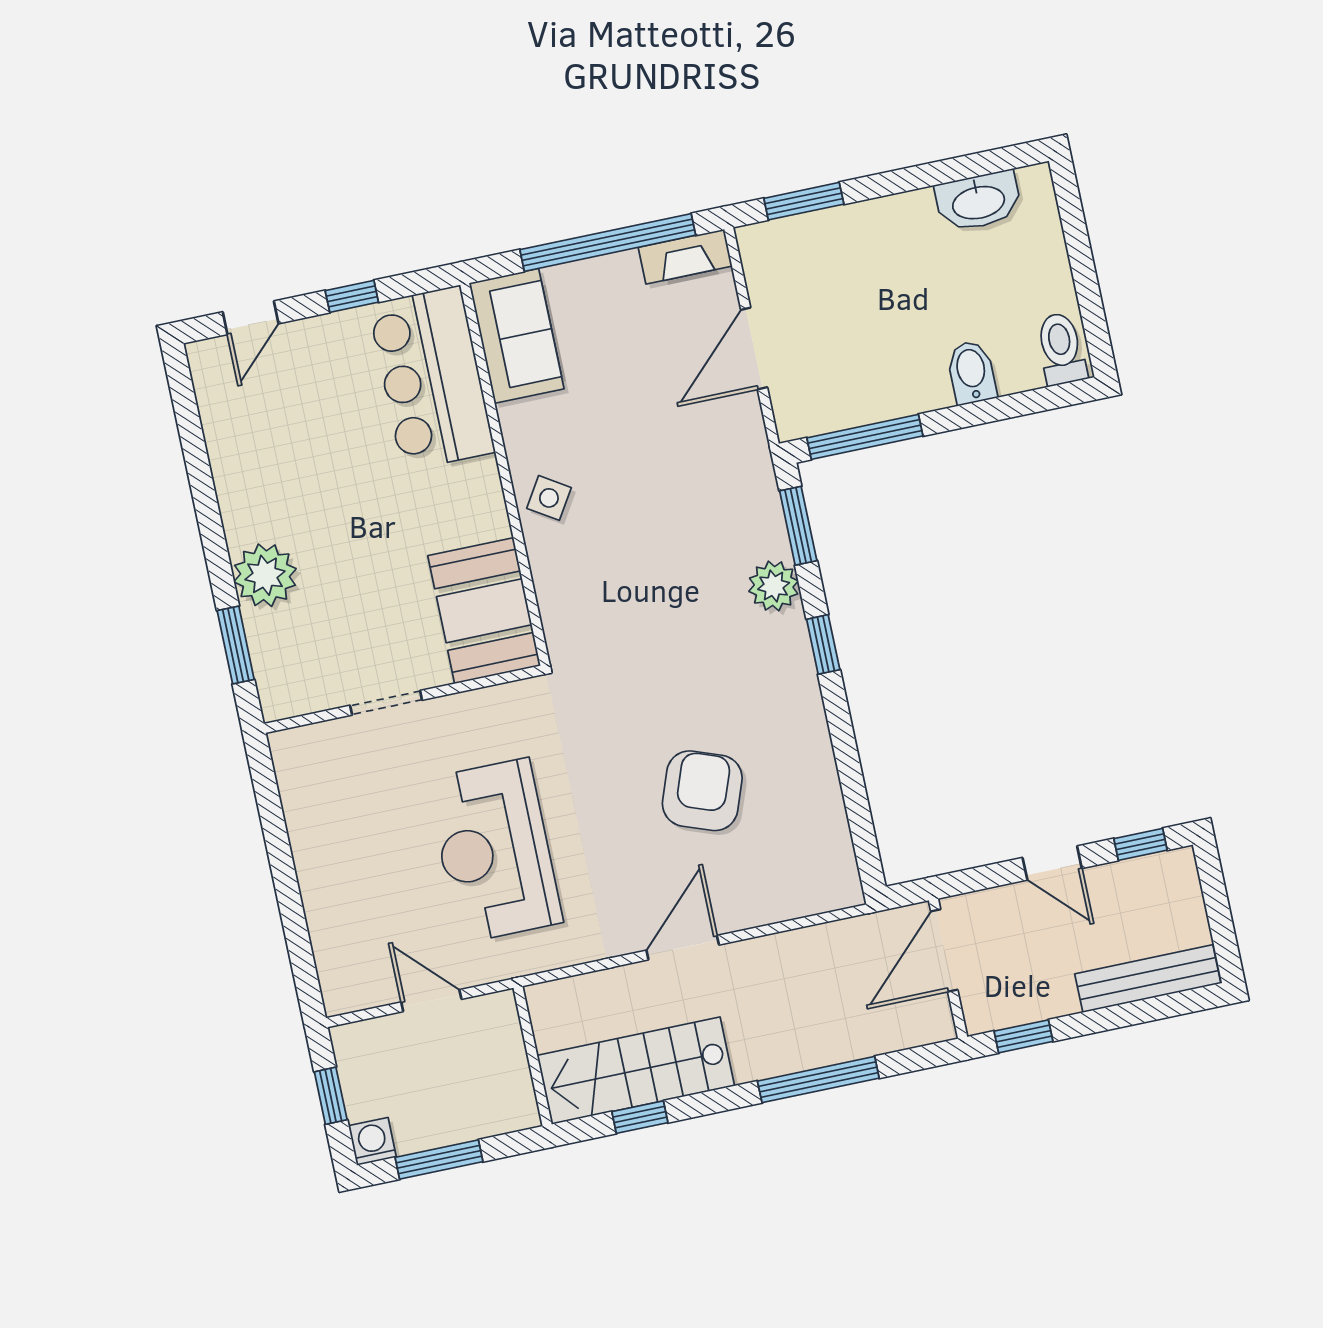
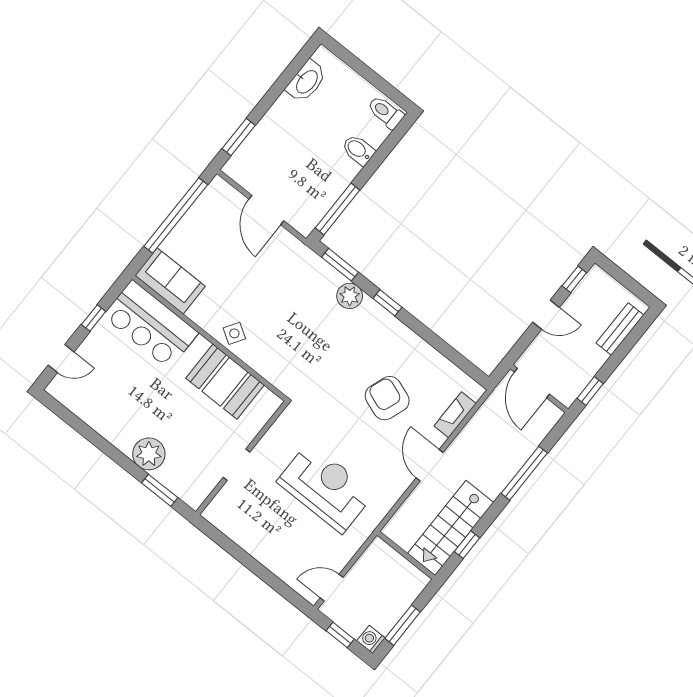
fireplace: (685, 257) -> (455, 415), moved, turned 180
door: (251, 318) -> (61, 359), hinge flipped
booth: (484, 611) -> (225, 382), moved
reception desk: (494, 851) -> (326, 488), turned 180
bench: (1148, 979) -> (620, 329), width x0.73
door: (431, 1001) -> (332, 588), moved

